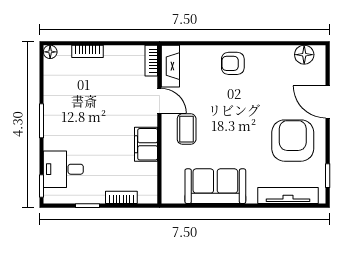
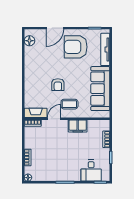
armchair: (233, 63) -> (58, 85), moved
sofa: (215, 186) -> (100, 89), width x1.36

